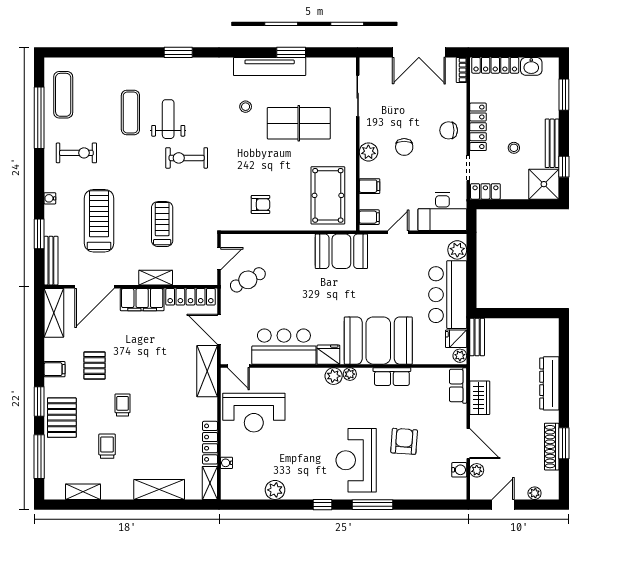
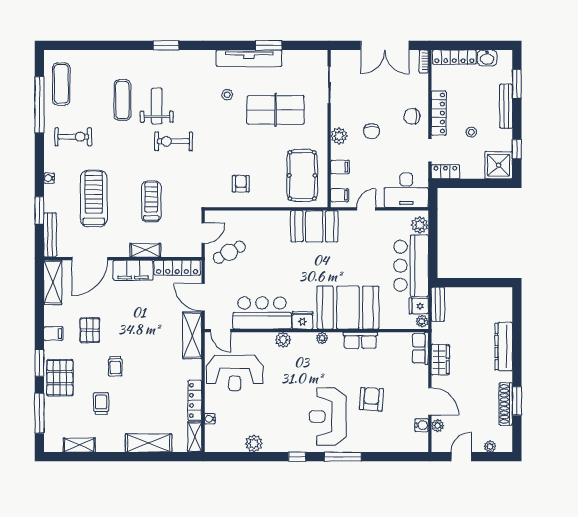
bench: (552, 143) -> (506, 106), moved
armchair: (261, 204) -> (241, 184), turned -90
plant: (334, 376) -> (283, 340), moved
trolley: (123, 405) -> (115, 366), turned 180

